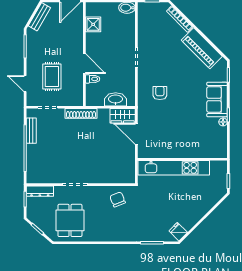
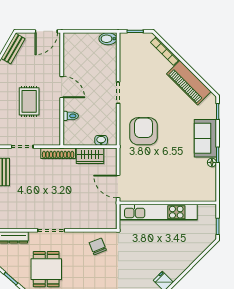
shower: (93, 24) -> (71, 57), removed
door: (84, 64) -> (62, 87), moved
rug: (52, 77) -> (29, 101), moved
armchair: (160, 93) -> (144, 131), width x1.88, depth x1.88
washbasin: (116, 99) -> (101, 140), width x0.52, depth x0.69
wardrobe: (123, 116) -> (90, 156), moved
door: (136, 134) -> (118, 186), moved

